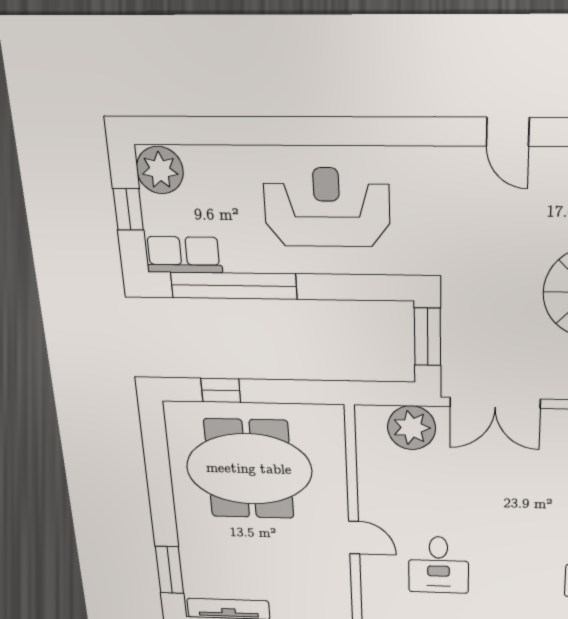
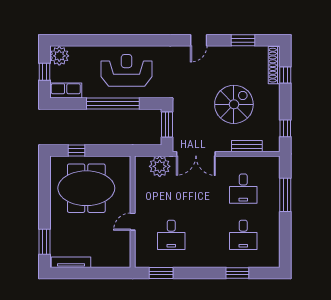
door: (508, 132) -> (199, 40), hinge flipped
window: (234, 286) -> (113, 103), moved
door: (354, 537) -> (133, 222), swing flipped

